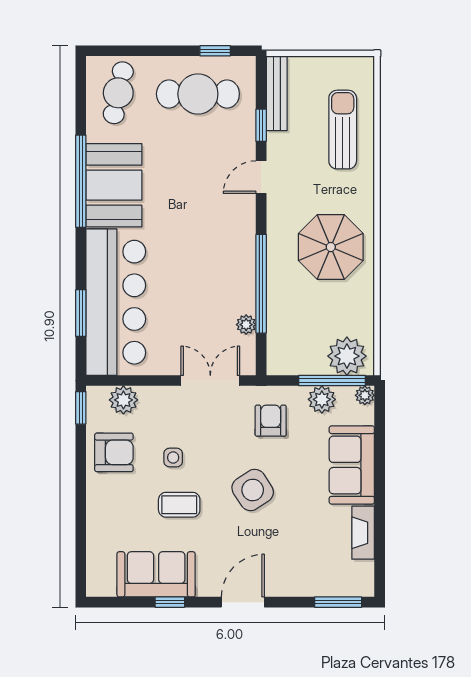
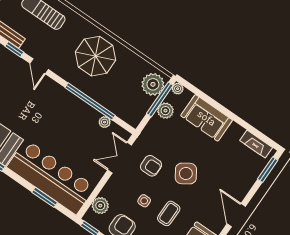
armchair: (271, 421) -> (151, 166), moved, turned 180
fireplace: (363, 533) -> (256, 144), moved

